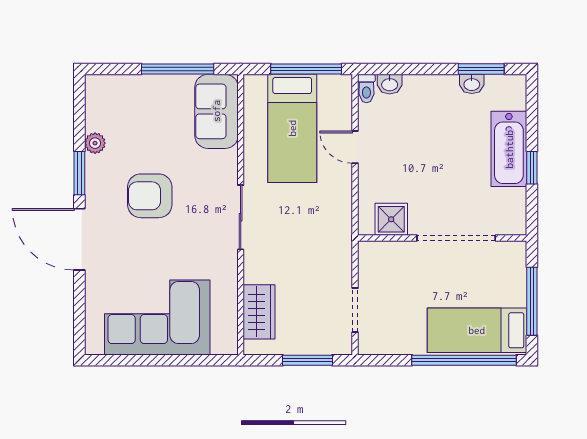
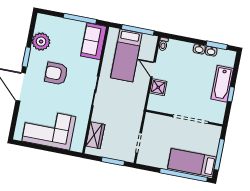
washbasin: (390, 84) -> (199, 49), moved
plant: (95, 143) -> (41, 42), width x1.88, depth x1.88
shower: (391, 219) -> (158, 87), moved

